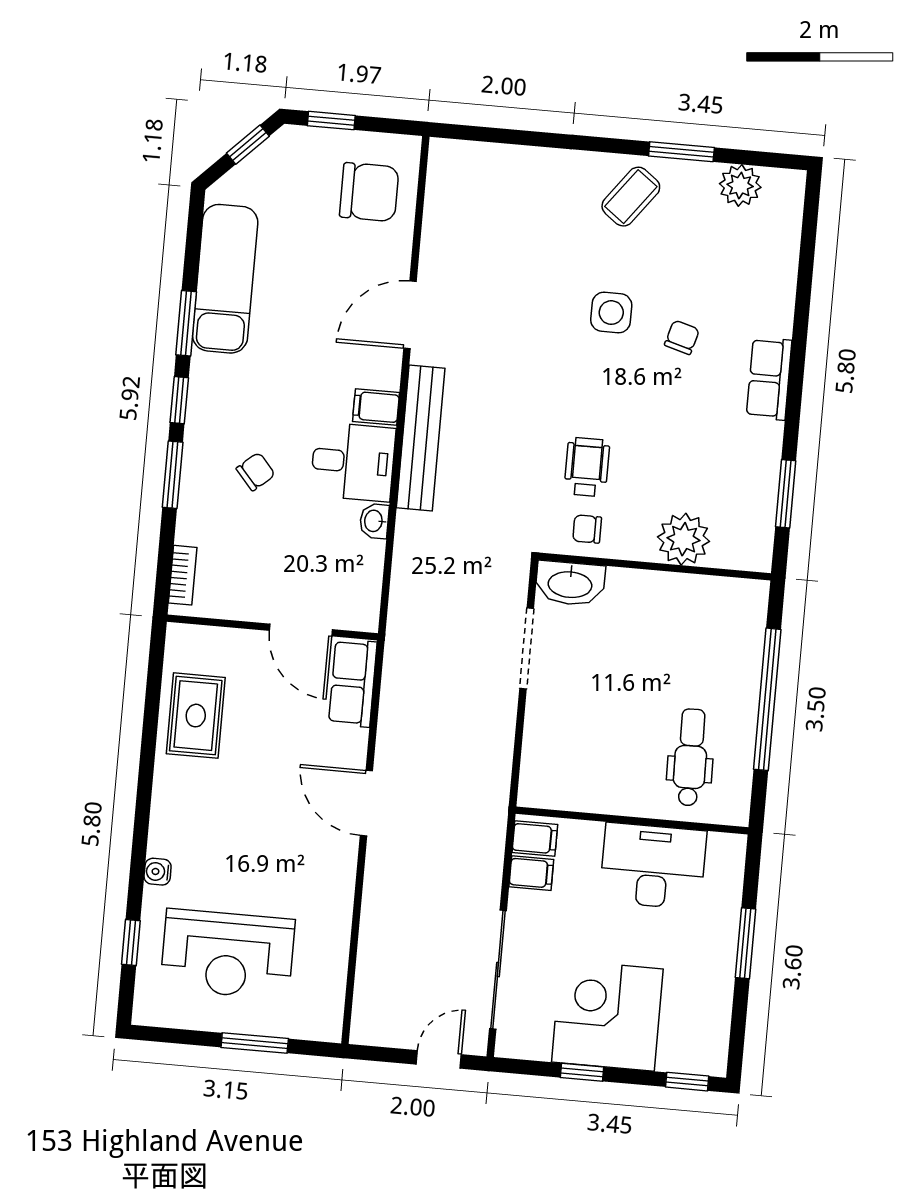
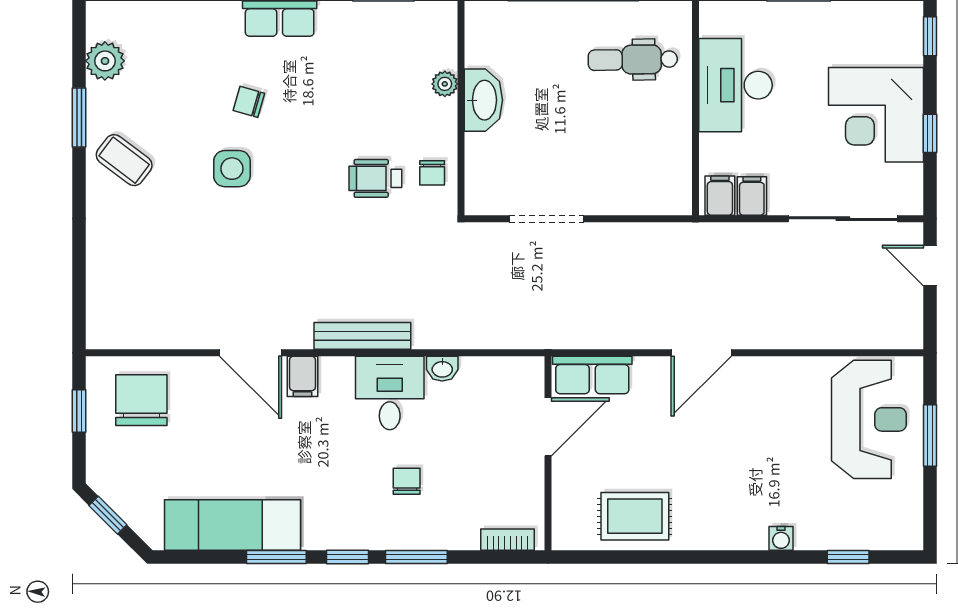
window: (331, 121) -> (79, 411), moved
filing cabinet: (376, 407) -> (303, 376), moved
bench: (421, 438) -> (362, 336), width x0.73, depth x0.82
chair: (256, 472) -> (407, 481), turned 41
plant: (684, 539) -> (445, 84), width x0.53, depth x0.53
washbasin: (570, 583) -> (483, 100), moved
reception desk: (228, 954) -> (869, 419), moved

